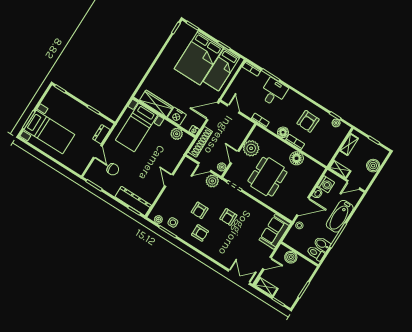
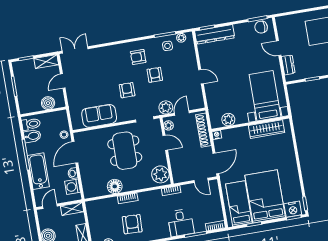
nightstand: (177, 116) -> (293, 209), moved, turned 180
floor lamp: (283, 132) -> (144, 197), removed
plant: (251, 148) -> (160, 174), moved
chair: (113, 169) -> (261, 27), moved
sofa: (275, 232) -> (99, 116), moved, turned -90
double door: (239, 277) -> (75, 50), swing flipped

